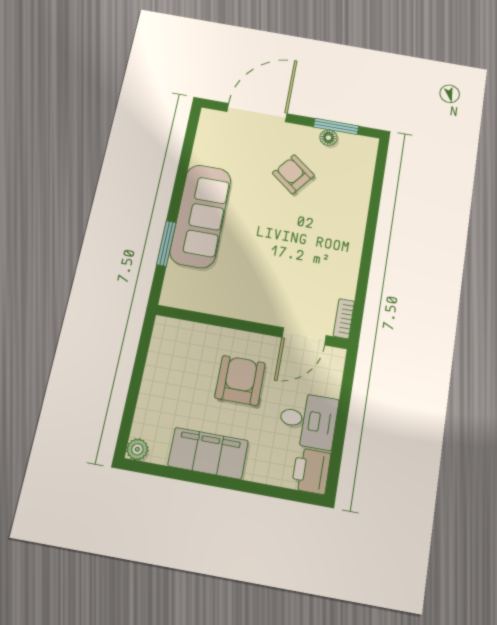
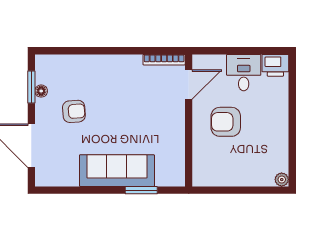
armchair: (293, 174) -> (74, 111), turned -132
bookcase: (344, 319) -> (164, 60), width x1.56
door: (304, 336) -> (189, 84), hinge flipped
filing cabinet: (208, 453) -> (276, 134), removed

